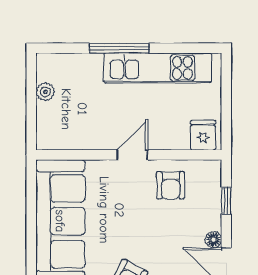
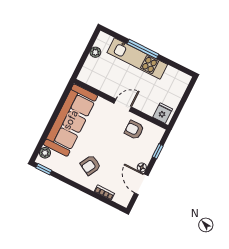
kitchen unit: (158, 68) -> (137, 58), moved
armchair: (171, 185) -> (134, 130), turned 90

